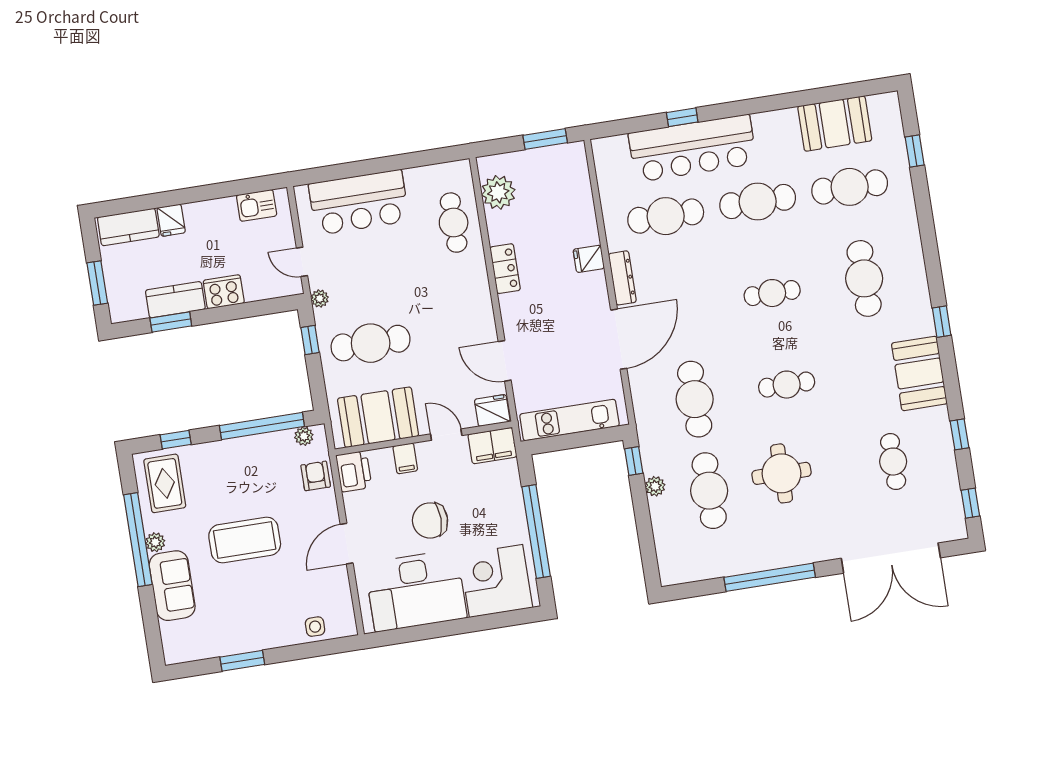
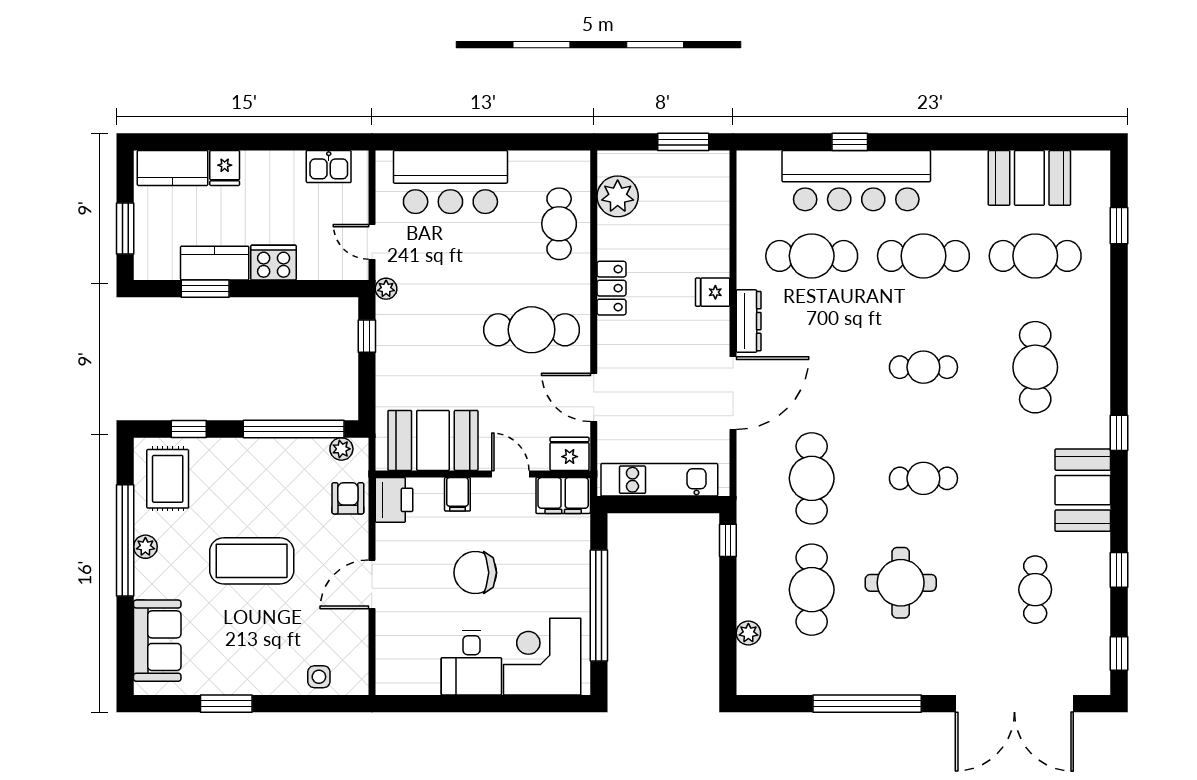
cafe table: (371, 343) -> (532, 330), moved
plant: (655, 486) -> (748, 633), moved
sofa: (172, 586) -> (157, 641), moved
desk: (416, 591) -> (471, 663), width x0.53, depth x0.77

